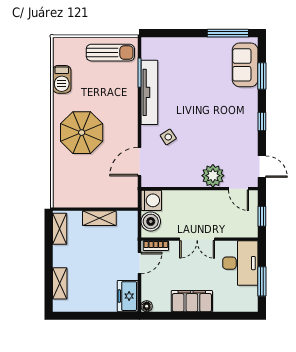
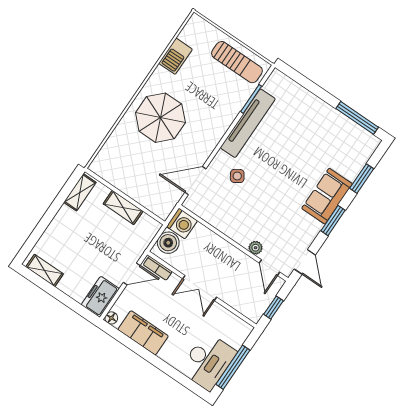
sofa: (245, 65) -> (327, 196), moved
window: (262, 121) -> (333, 220), width x1.50
plant: (213, 176) -> (256, 248), width x0.53, depth x0.53
desk: (240, 263) -> (208, 361), moved
window: (262, 281) -> (233, 367), width x1.44
shelving: (60, 283) -> (45, 270), moved, turned 90
filing cabinet: (192, 301) -> (143, 333), moved

